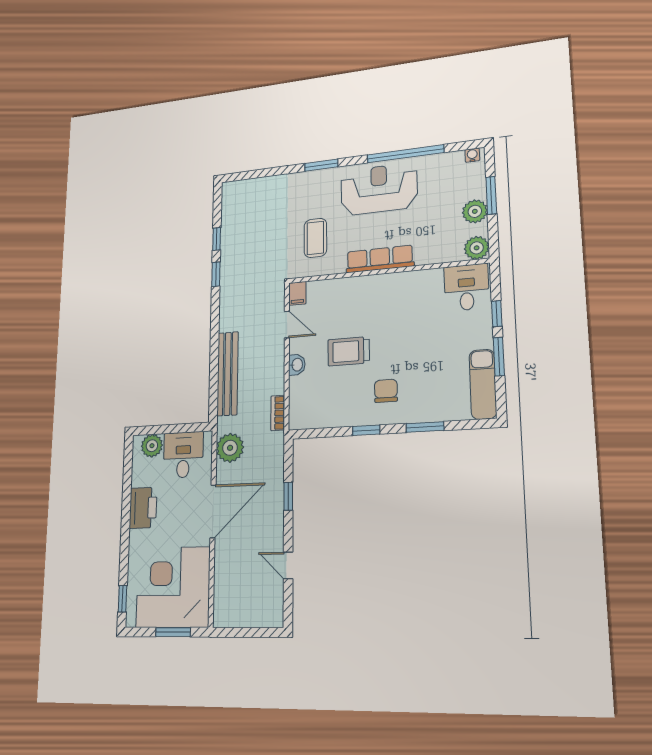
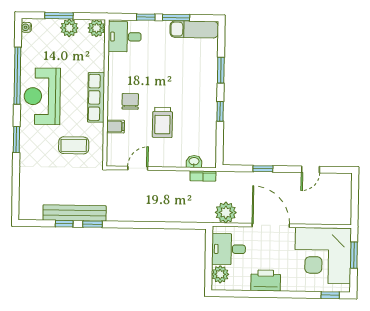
filing cabinet: (297, 293) -> (116, 127), moved
washbasin: (297, 365) -> (194, 162), moved
bench: (228, 374) -> (75, 213), moved
chair: (386, 391) -> (130, 101), moved, turned 90

